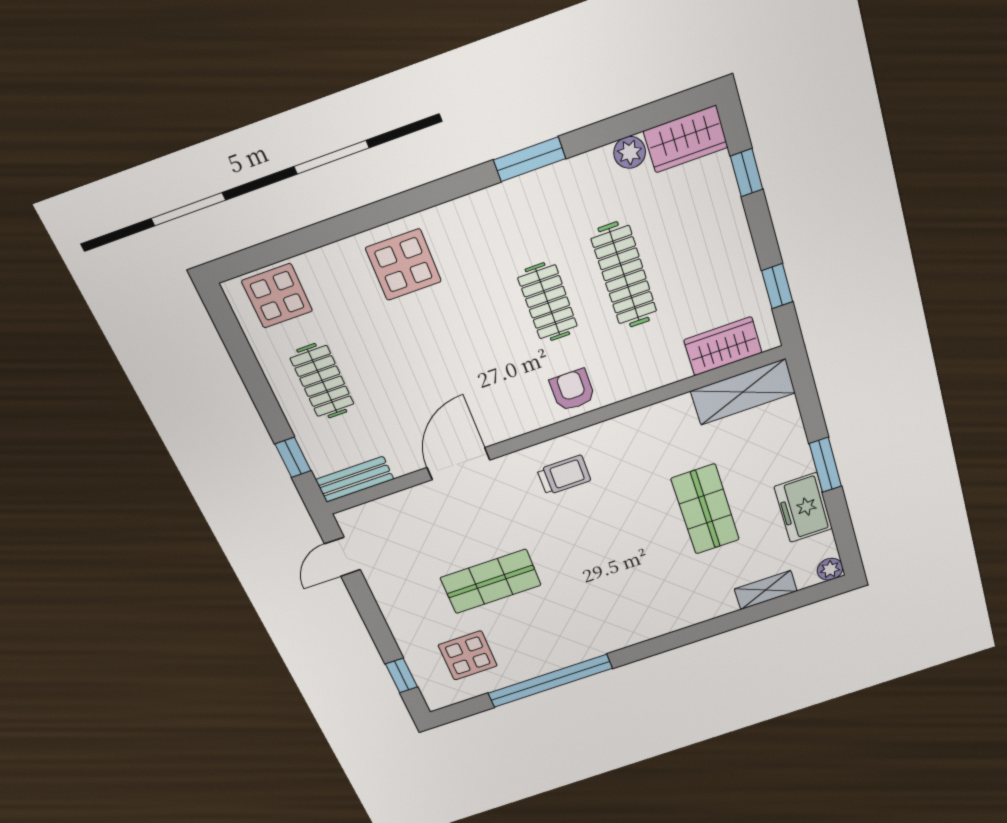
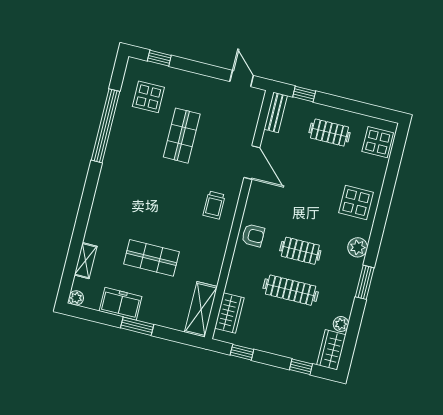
plant: (477, 212) -> (358, 247), added

